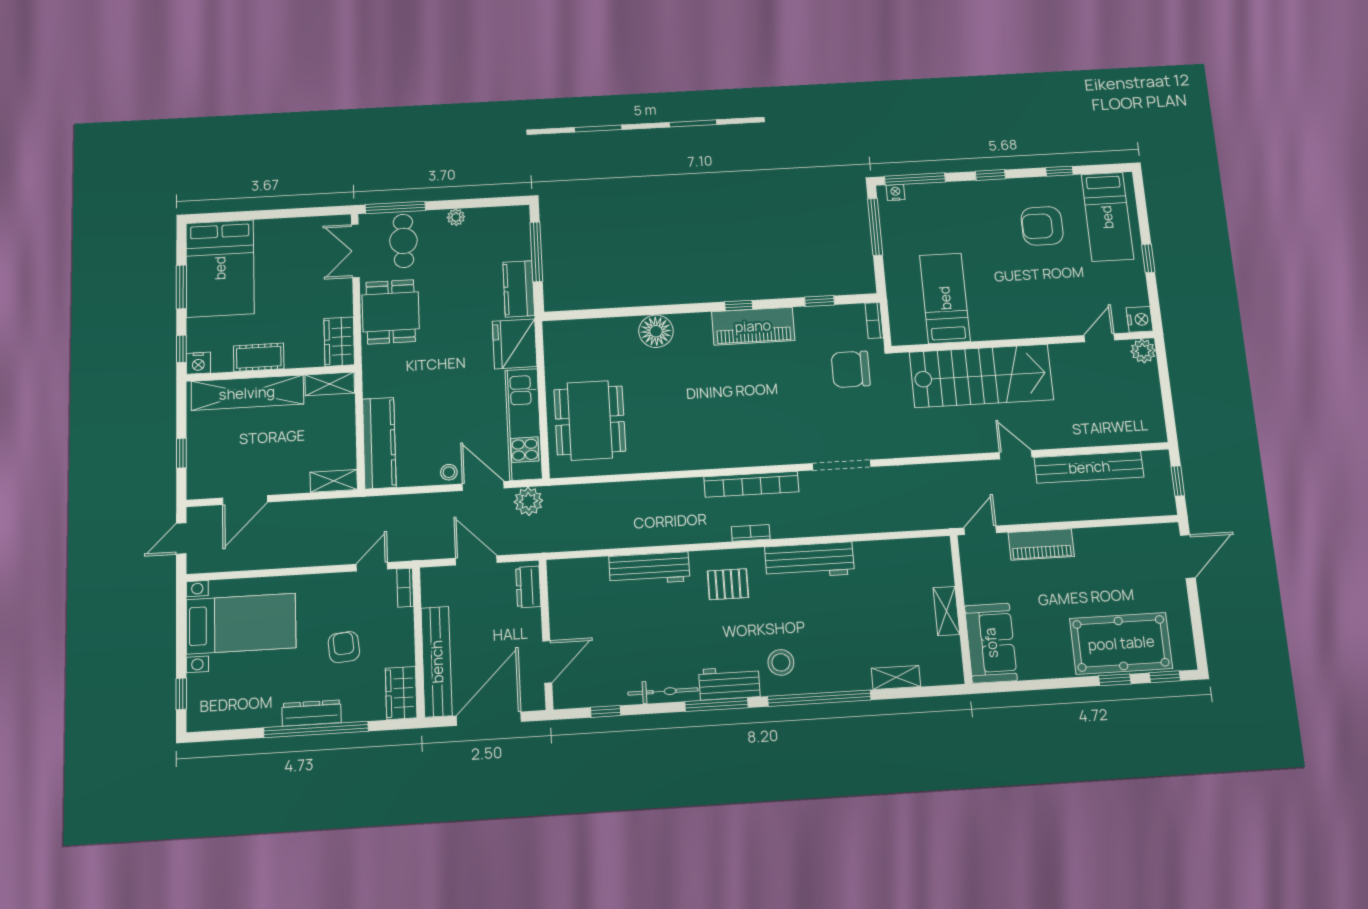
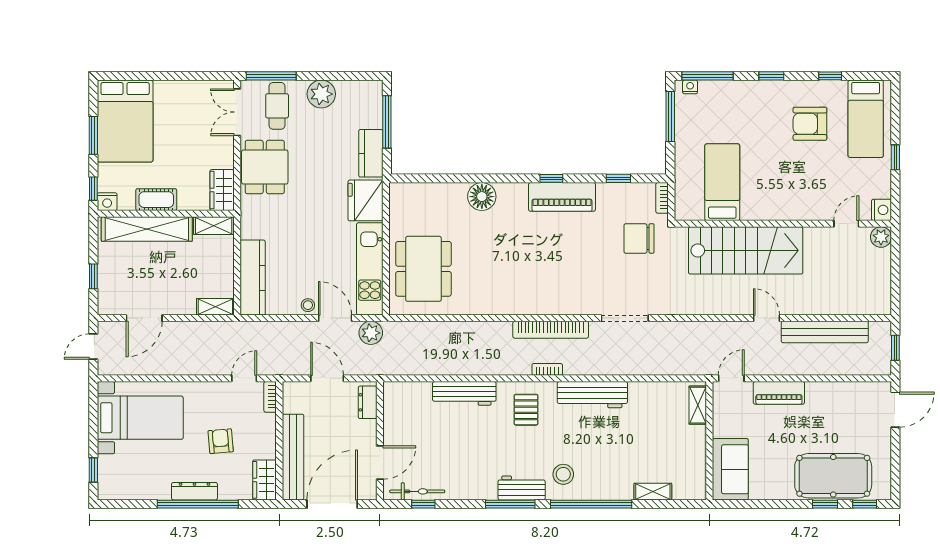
plant: (456, 217) -> (321, 94), width x1.87, depth x1.87
pallet: (728, 584) -> (526, 410), turned 90
shelving: (946, 611) -> (698, 405), moved
bicycle: (663, 692) -> (417, 491), moved

